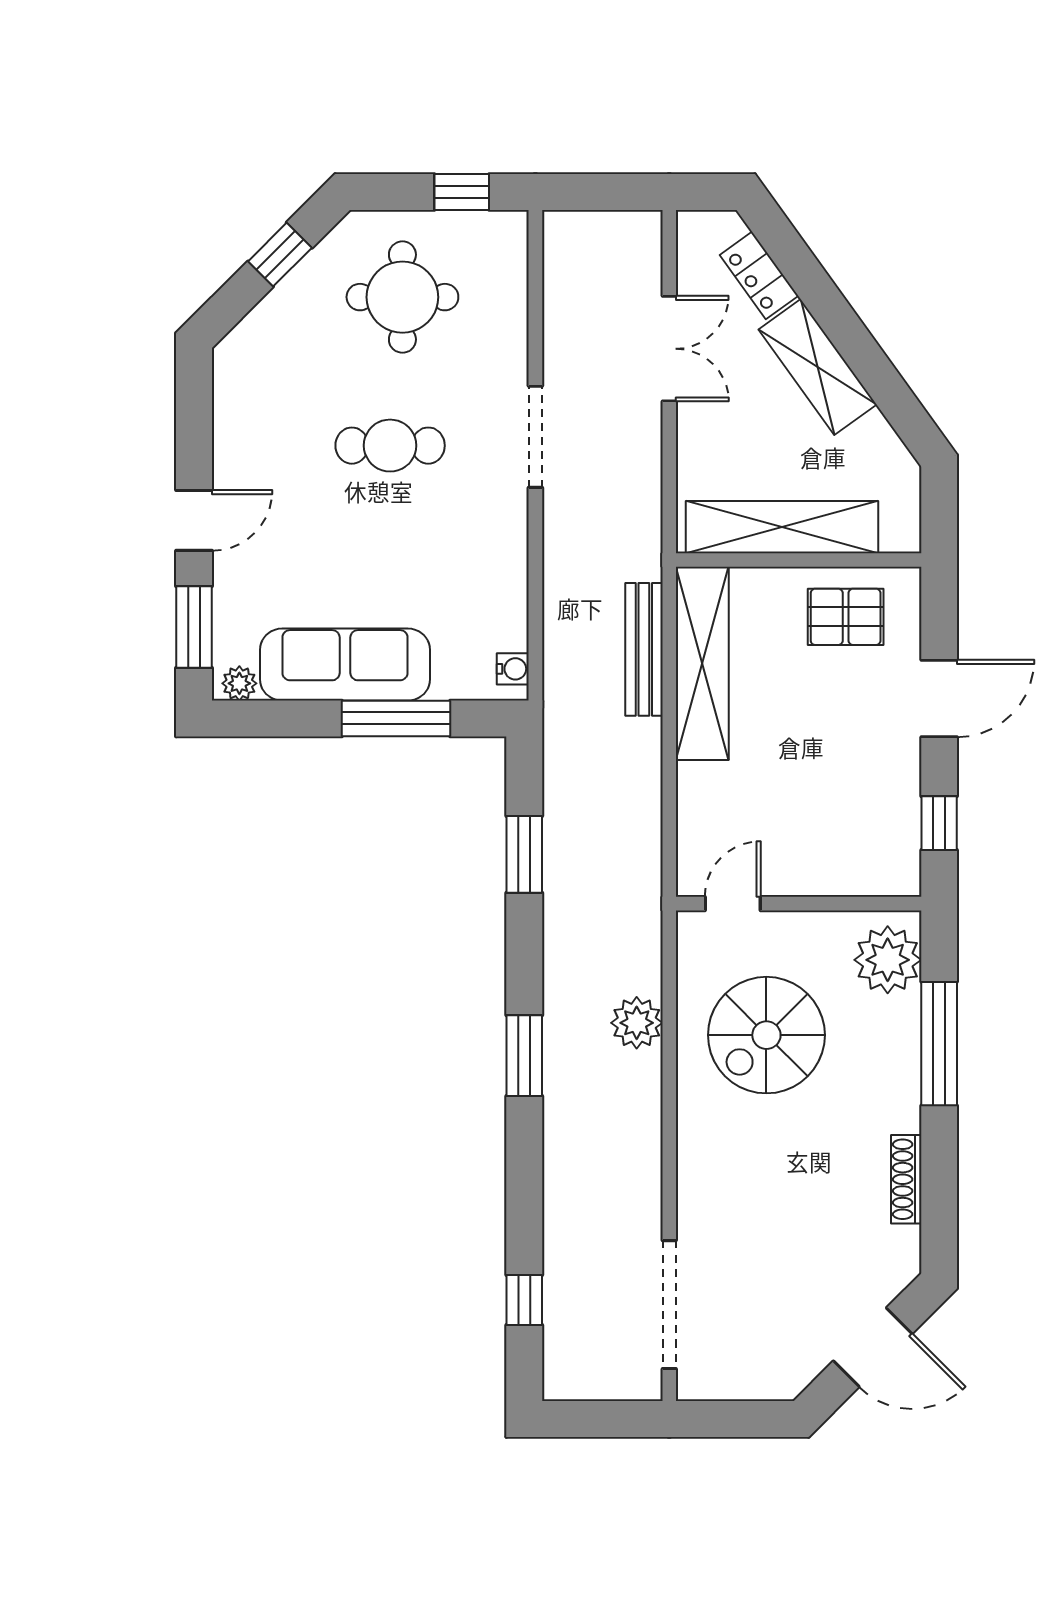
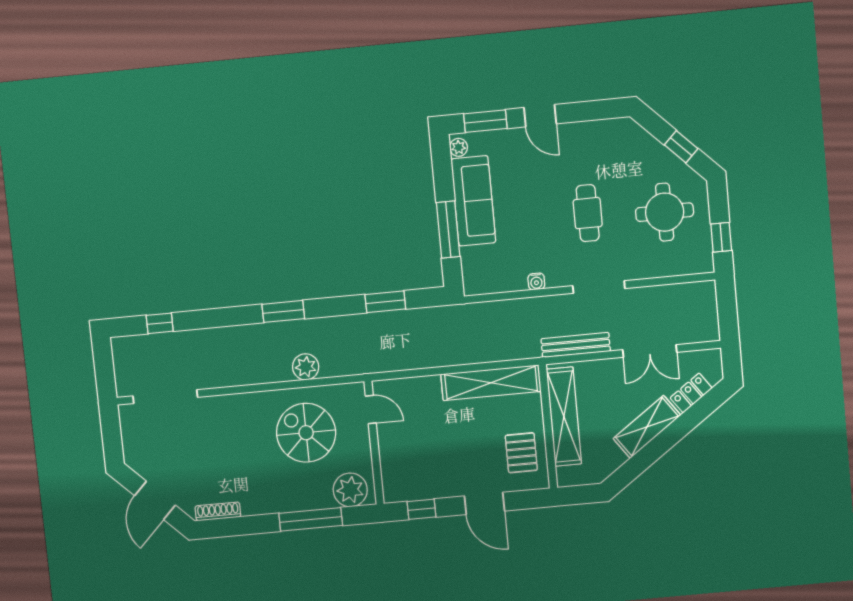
bench: (644, 649) -> (576, 345), moved
water cooler: (513, 669) -> (536, 281), moved
shoe rack: (906, 1179) -> (218, 511), moved

